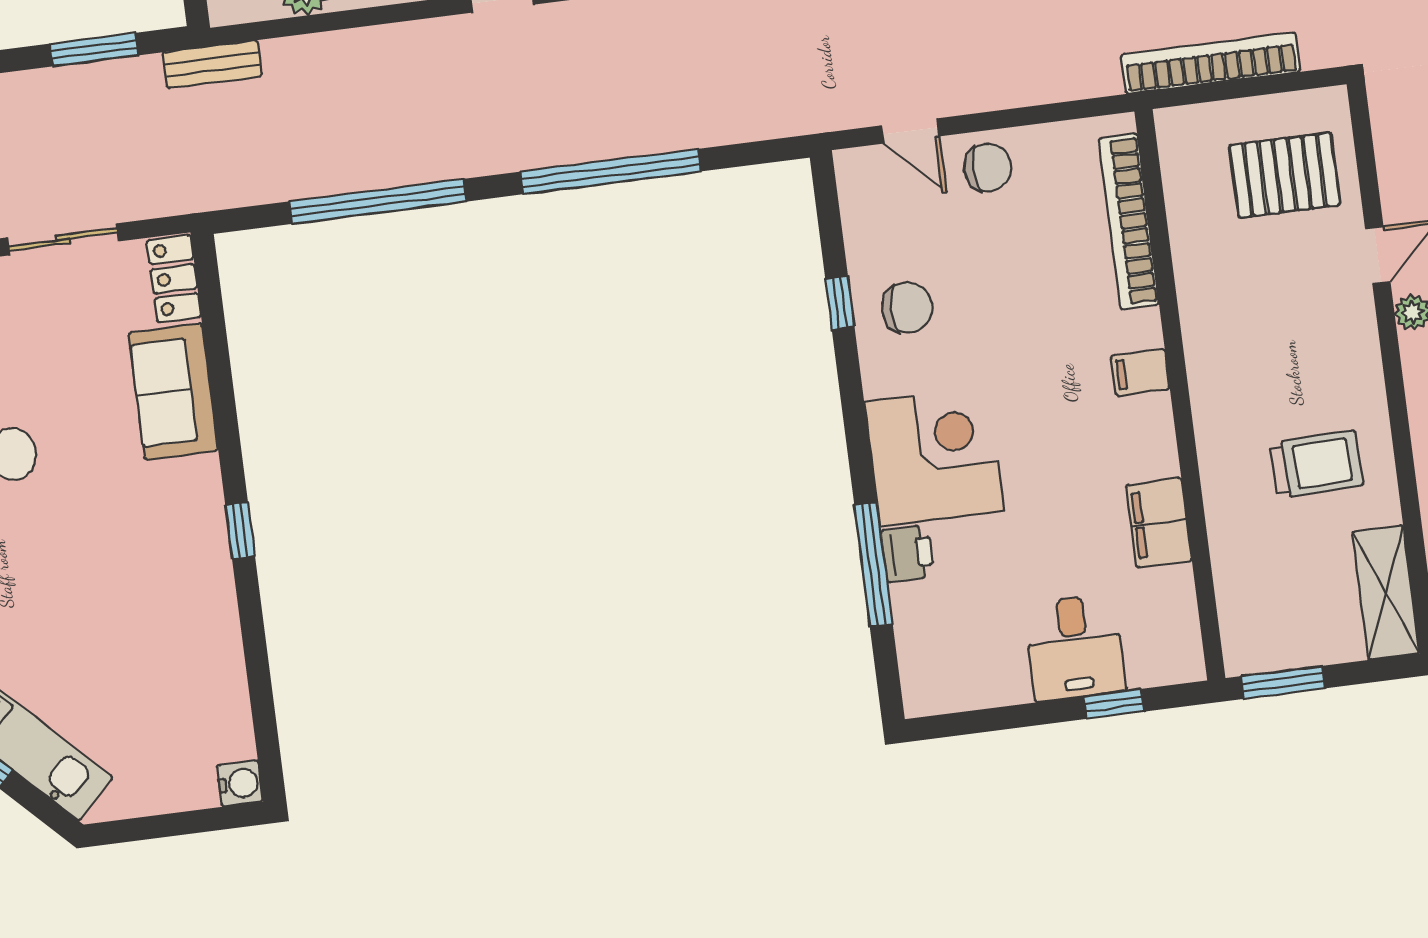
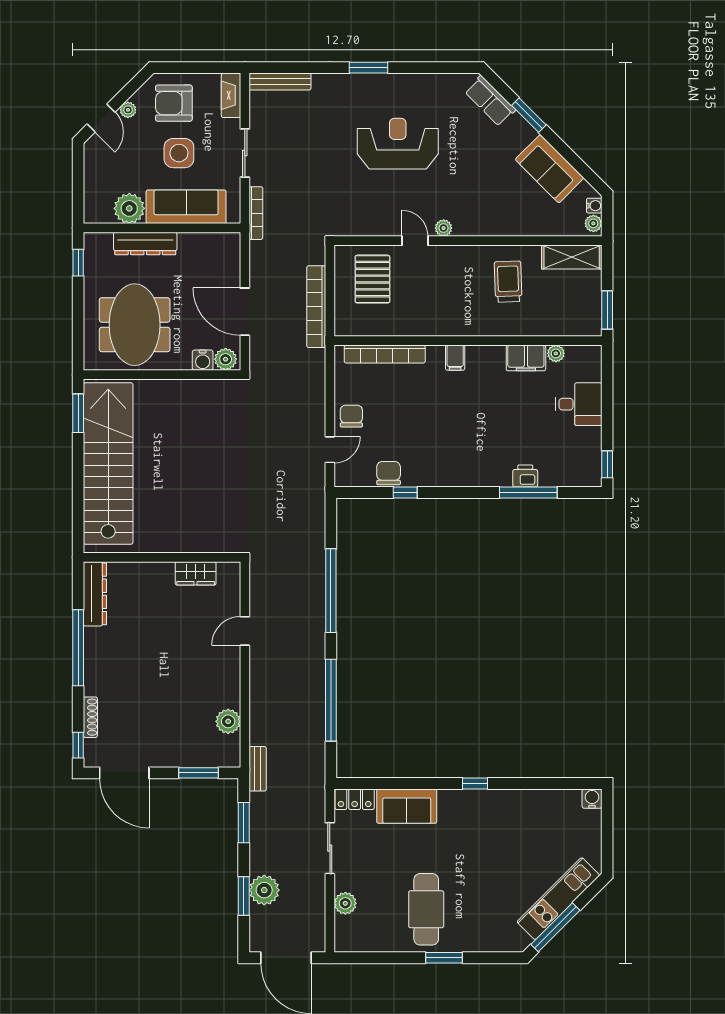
chair: (907, 308) -> (389, 473), moved
corner desk: (934, 457) -> (482, 458), removed
plant: (1177, 585) -> (556, 353), added
window: (1114, 704) -> (607, 464), moved

